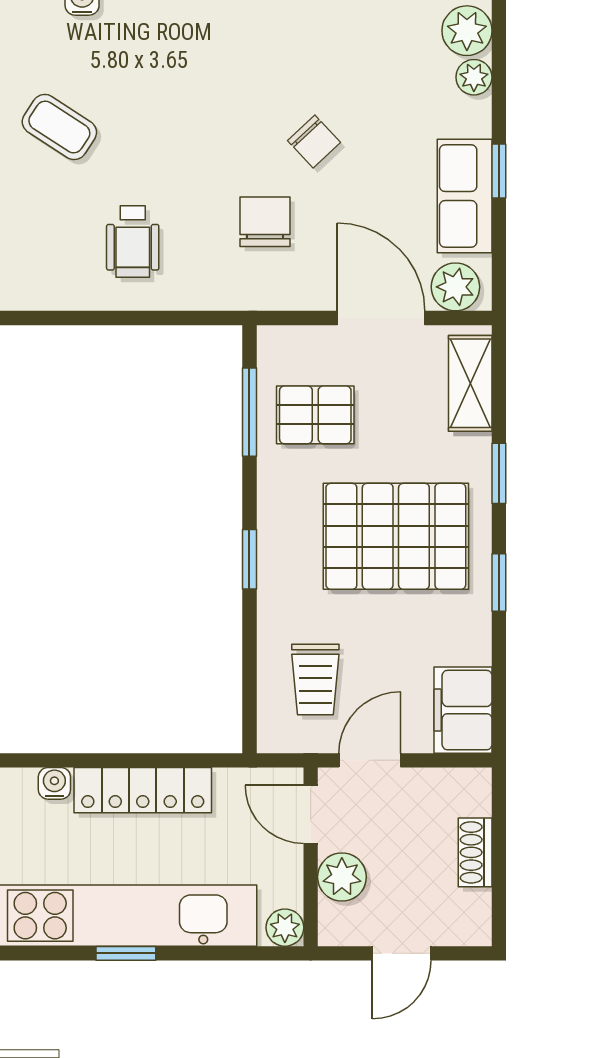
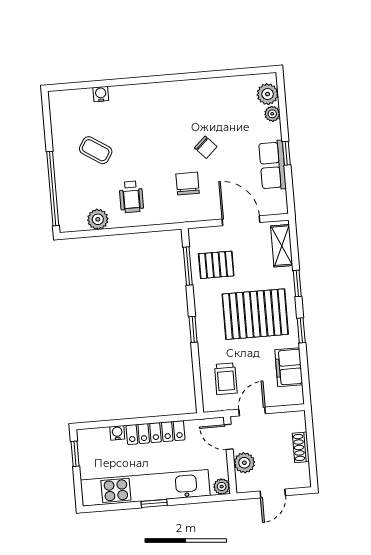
plant: (455, 287) -> (98, 219), moved
filing cabinet: (463, 710) -> (289, 367), moved

